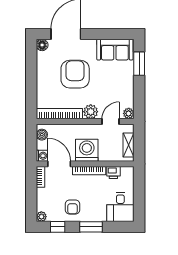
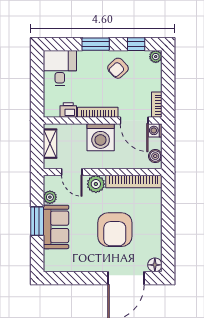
sofa: (115, 50) -> (56, 227), moved, turned 90
window: (139, 64) -> (37, 221), moved
plant: (129, 113) -> (50, 197), moved
door: (111, 121) -> (72, 172), hinge flipped
armchair: (72, 207) -> (118, 68), turned -133

